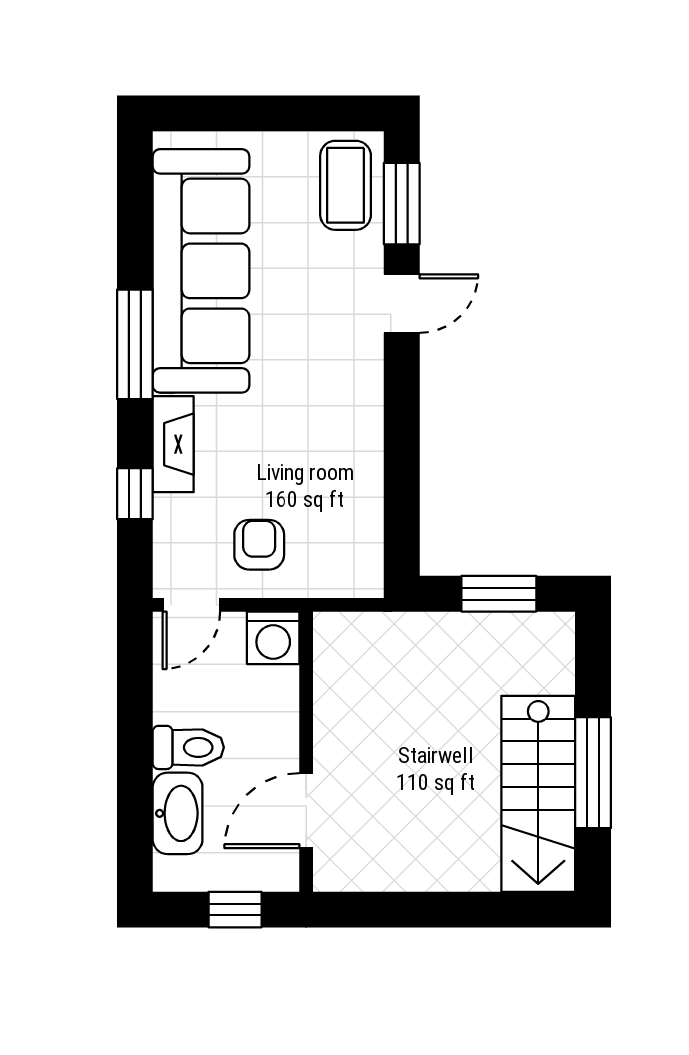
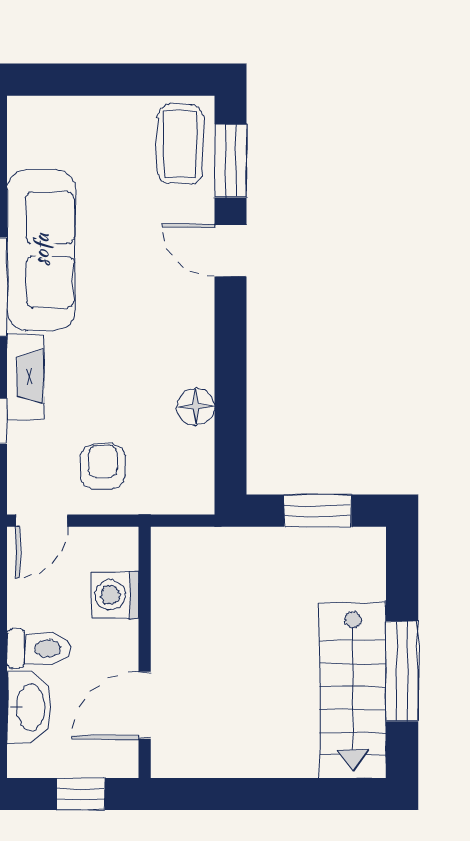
sofa: (201, 271) -> (41, 250), width x0.74, depth x0.79
door: (402, 304) -> (230, 250), swing flipped
floor lamp: (363, 478) -> (196, 407), added
washing machine: (273, 638) -> (115, 595), moved, turned 90

